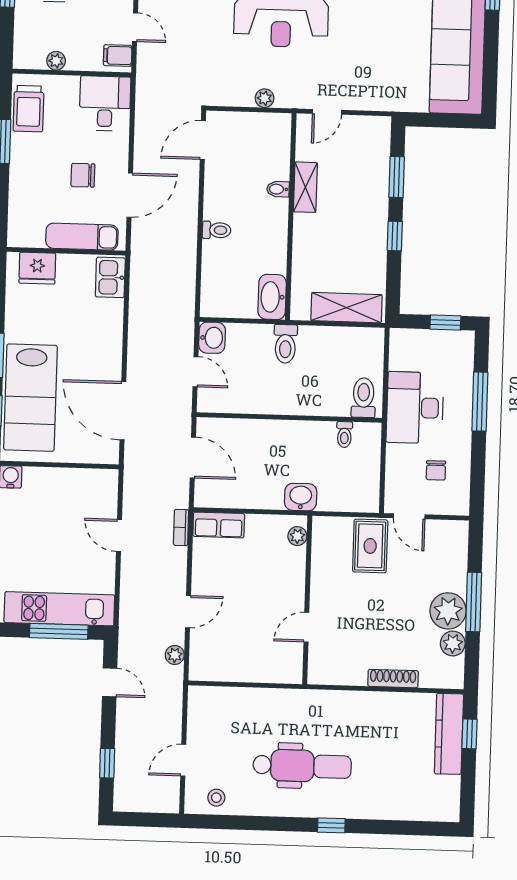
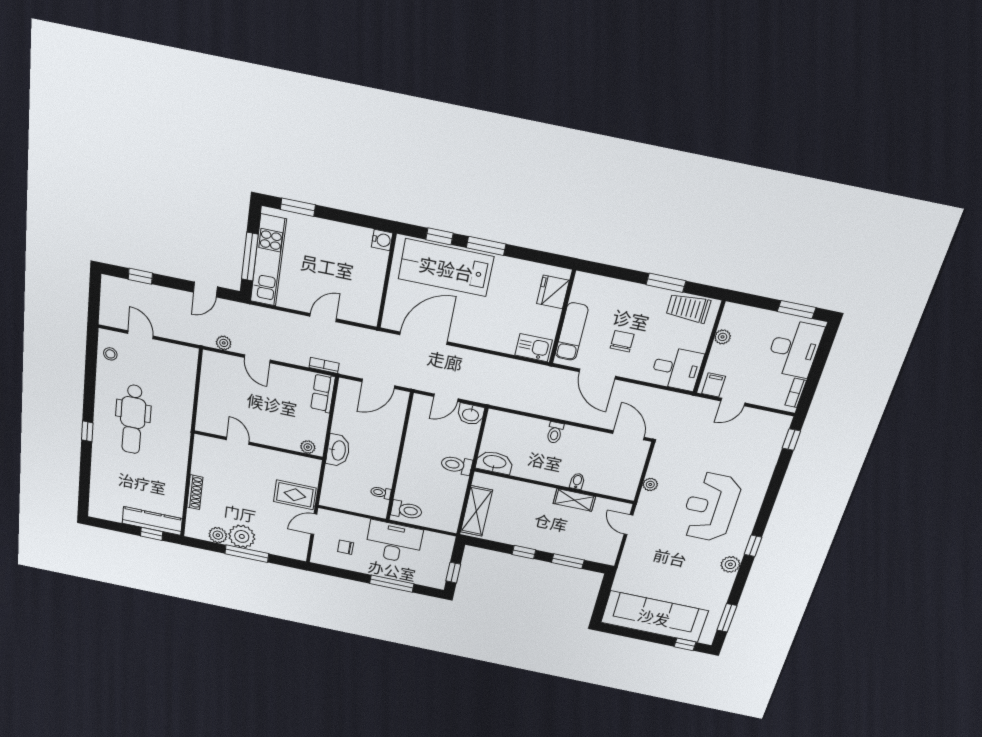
washbasin: (301, 497) -> (338, 450), width x1.38

